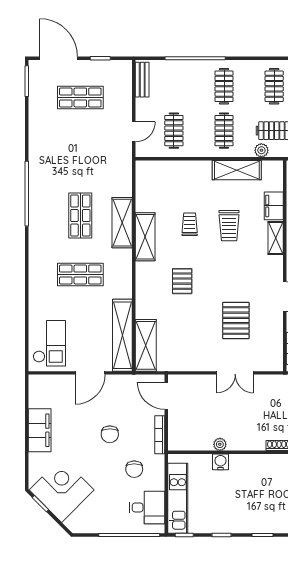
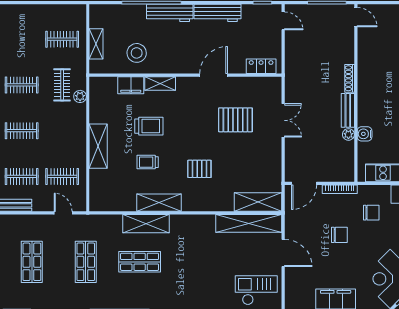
clothes rail: (224, 131) -> (22, 176), moved
shelving: (237, 170) -> (98, 146), moved
shop shelf: (80, 275) -> (86, 262), moved
bench: (246, 444) -> (348, 110), added

